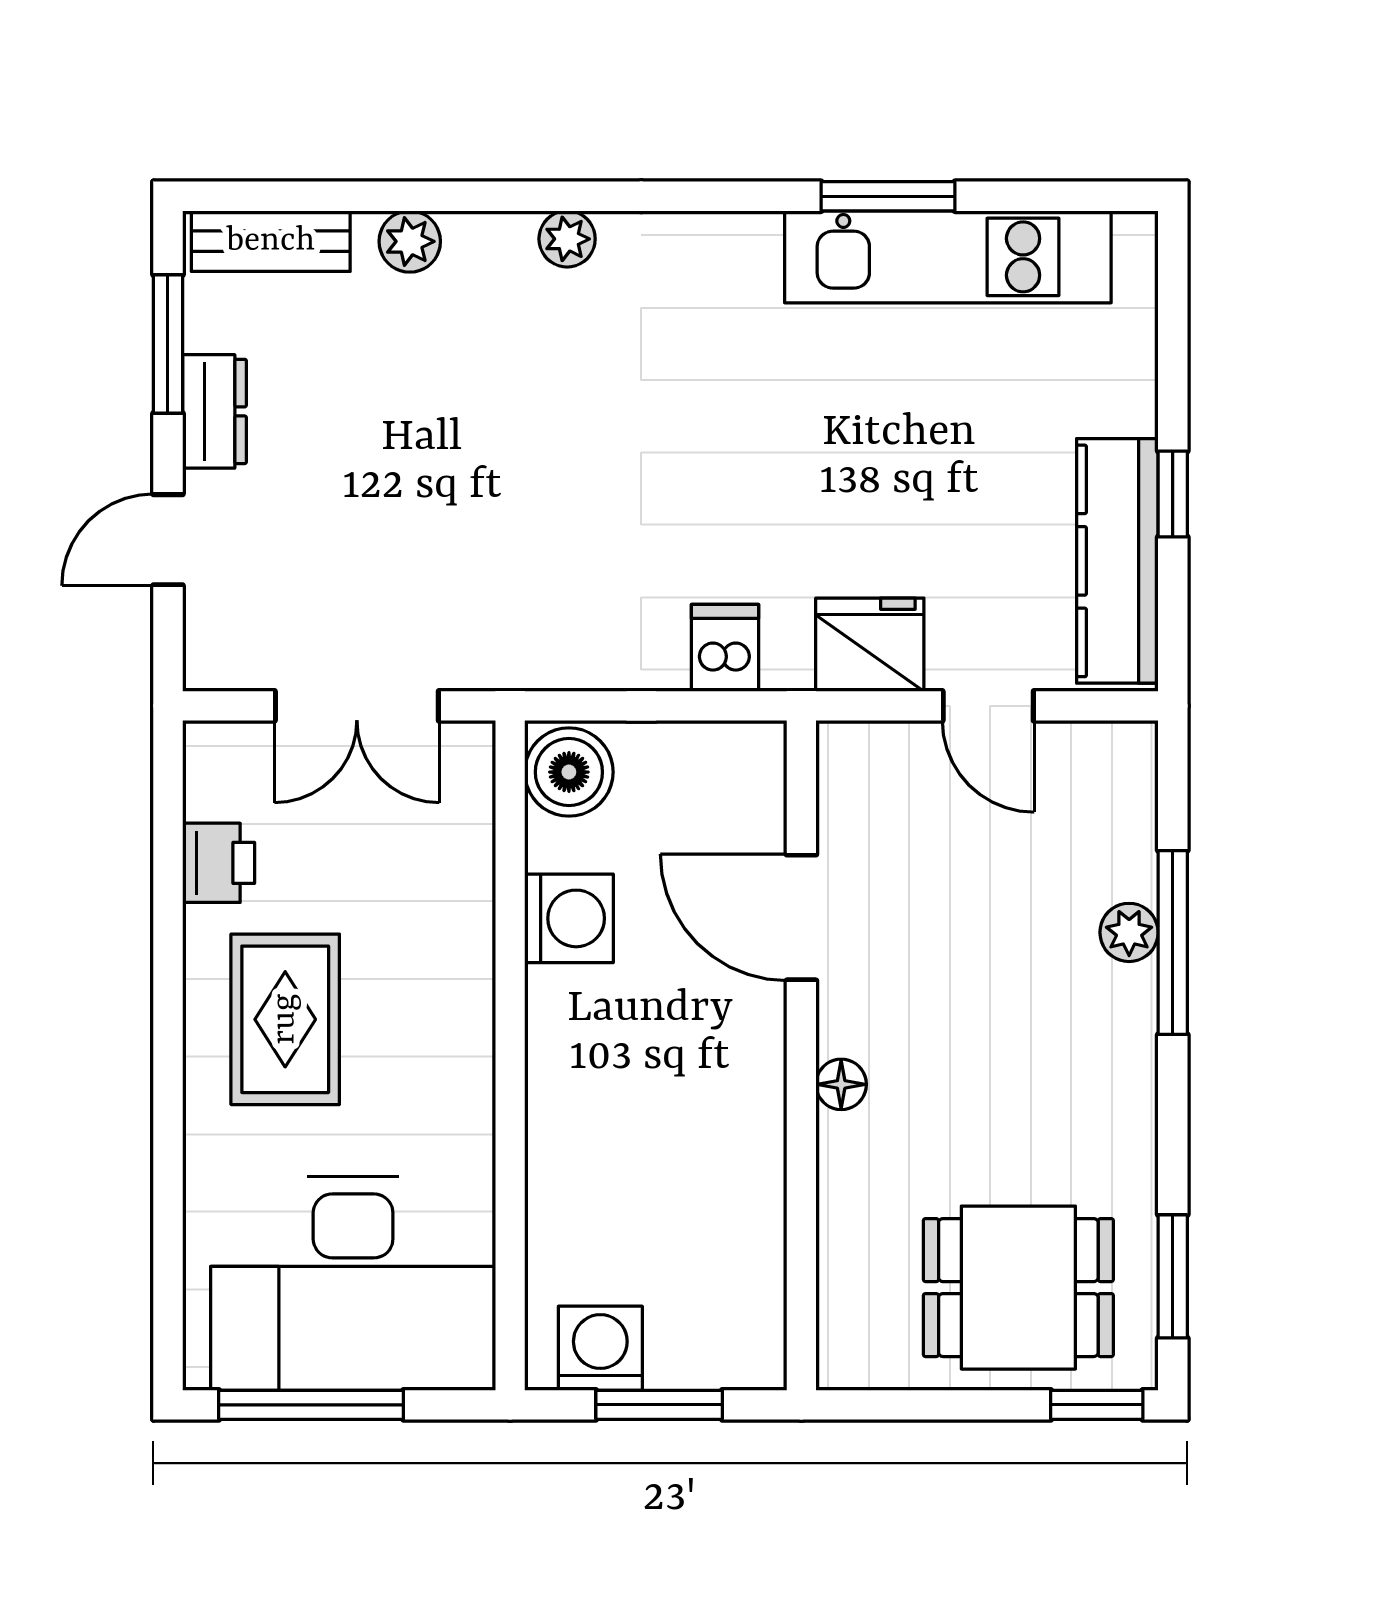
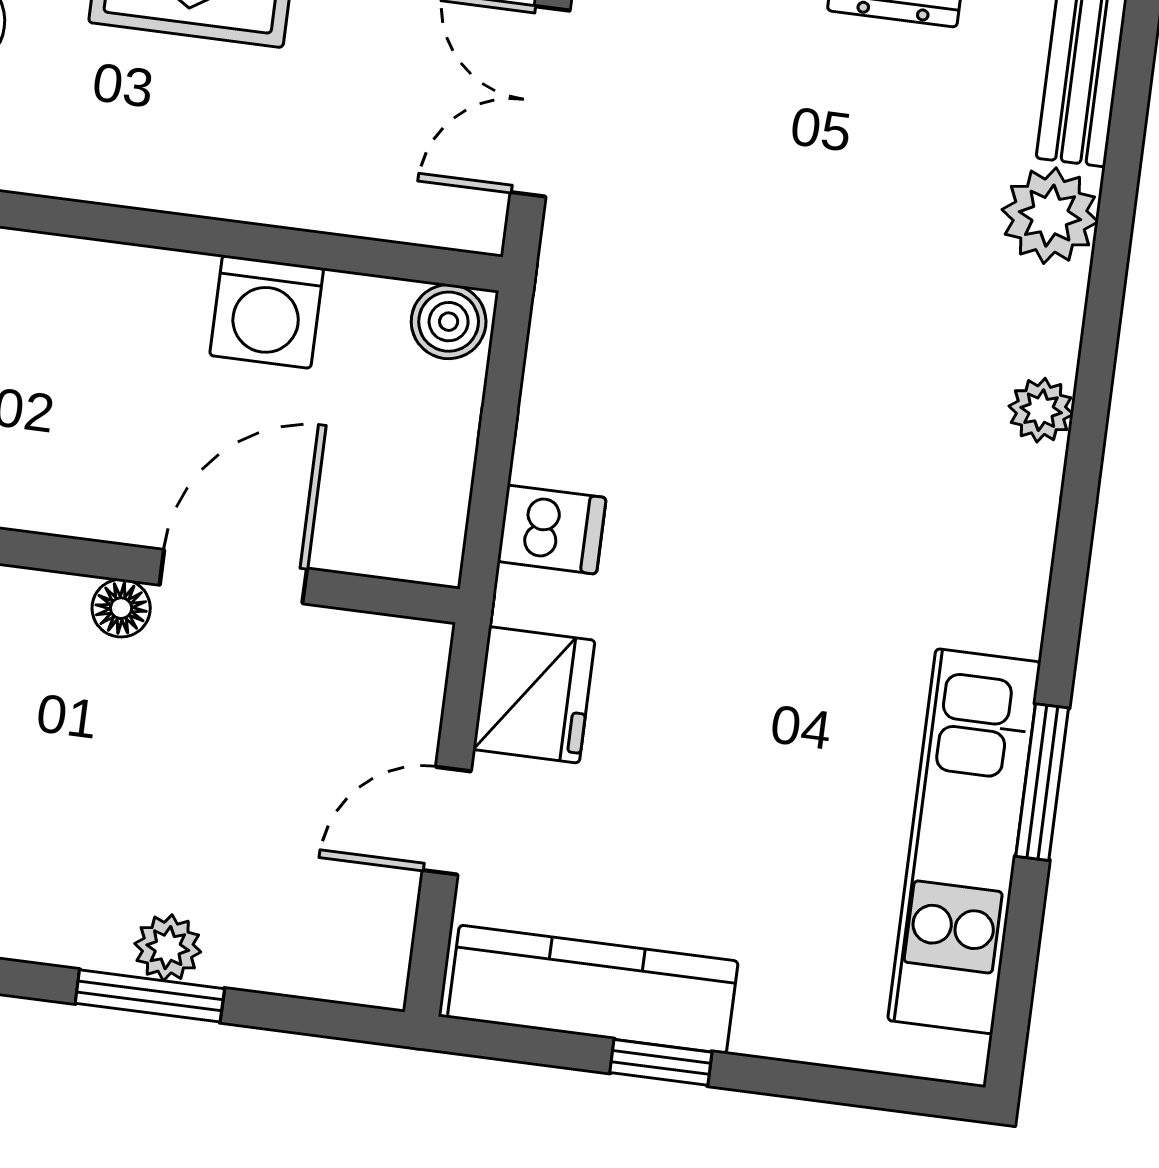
plant: (410, 241) -> (1050, 216), width x1.38, depth x1.38
boiler: (569, 772) -> (449, 322), width x0.73, depth x0.73
window: (1173, 942) -> (150, 996), width x0.69
floor lamp: (841, 1084) -> (121, 608), moved

